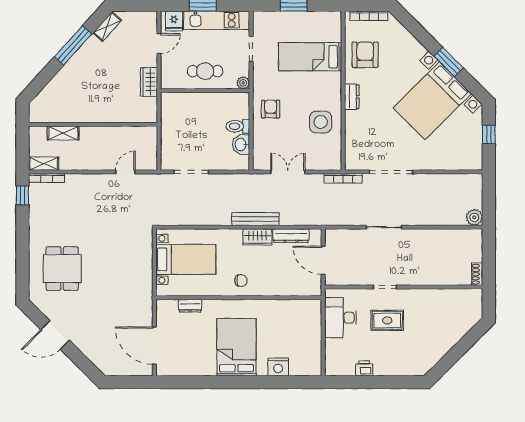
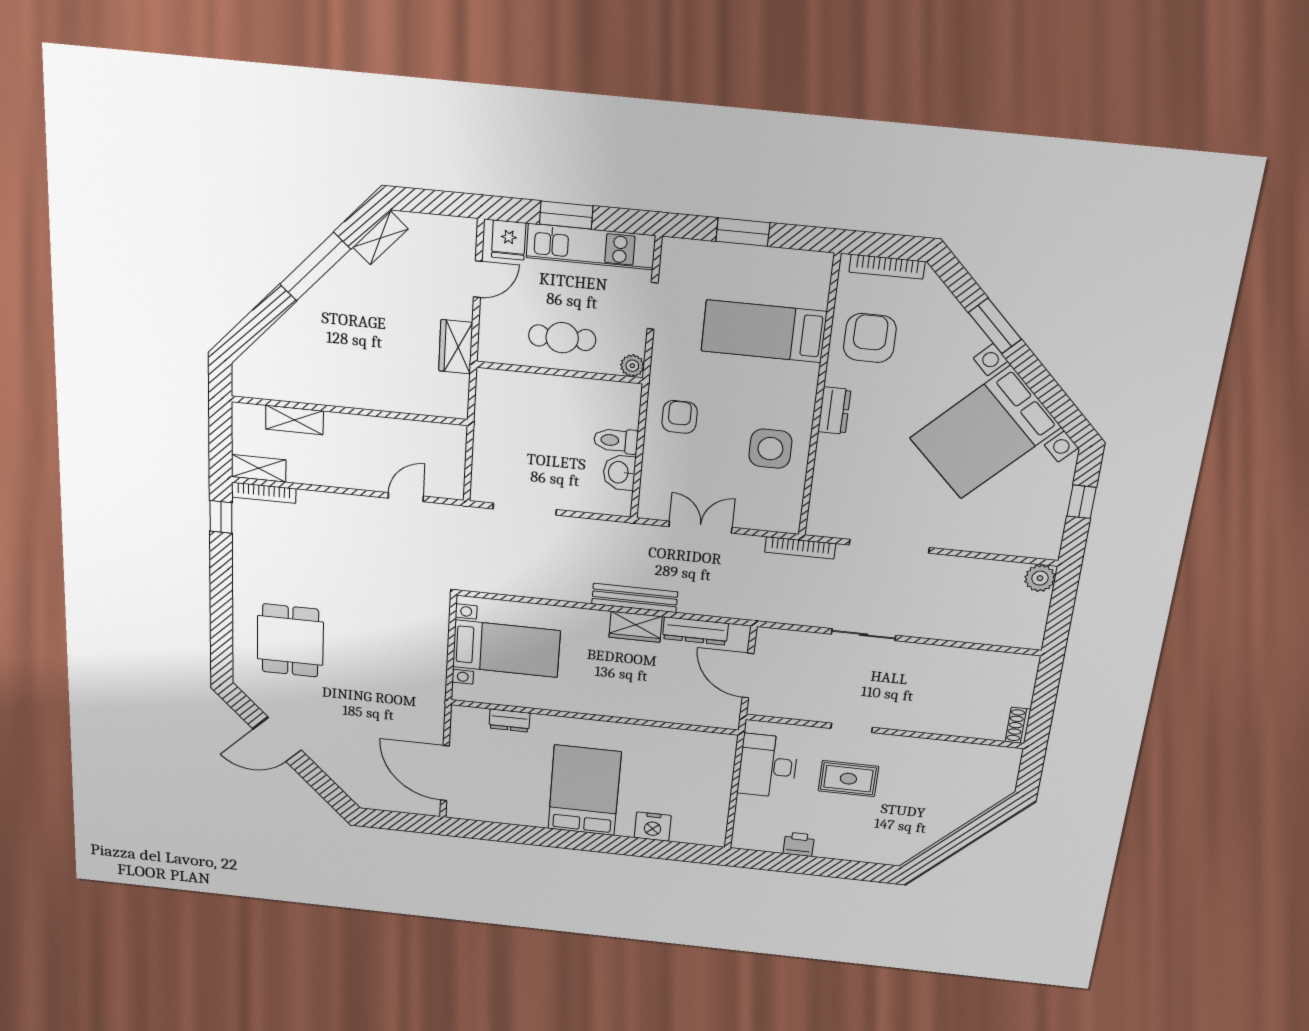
window: (449, 62) -> (995, 326), moved
plant: (474, 217) -> (1040, 578), moved
chair: (241, 281) -> (601, 692), removed

